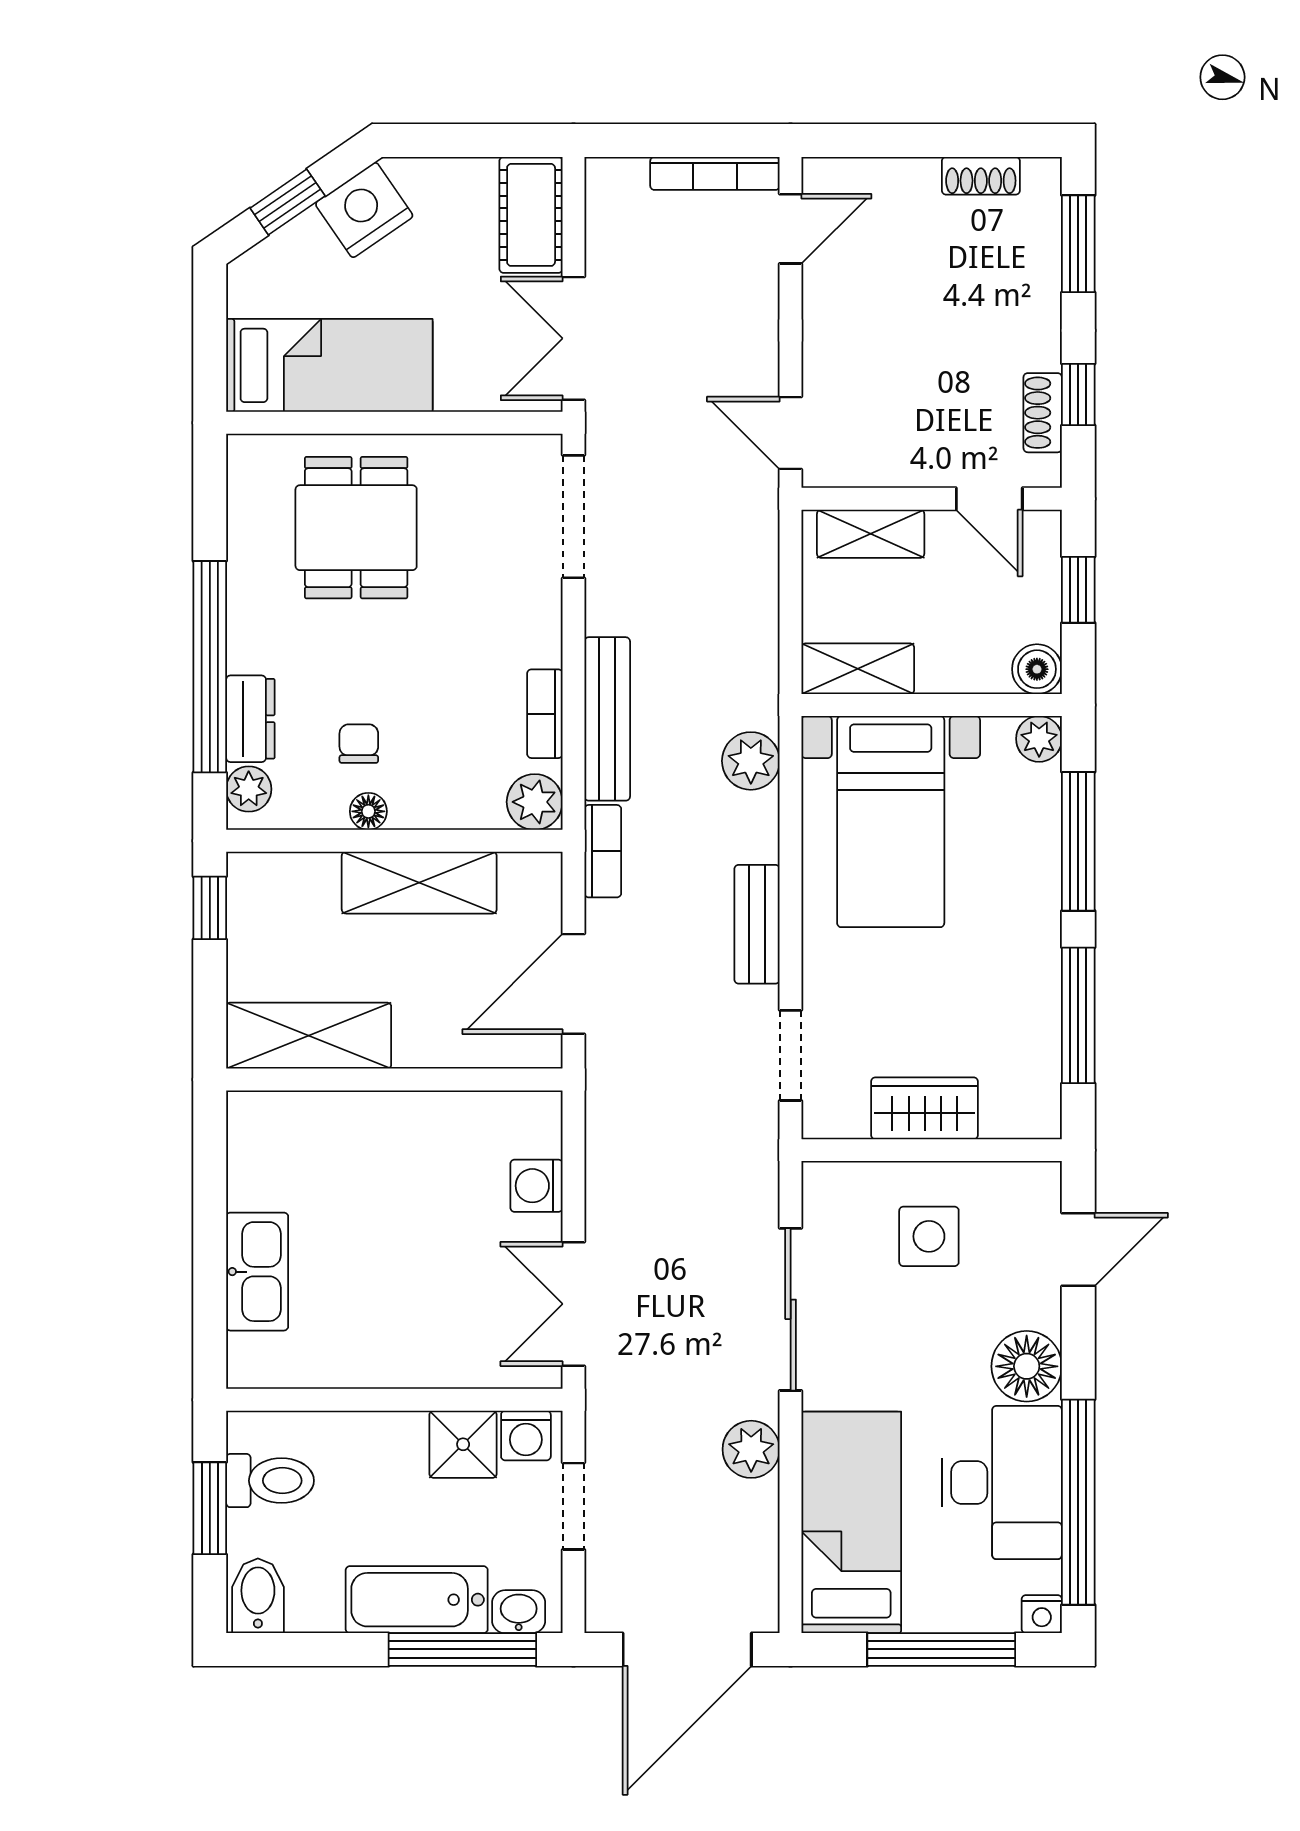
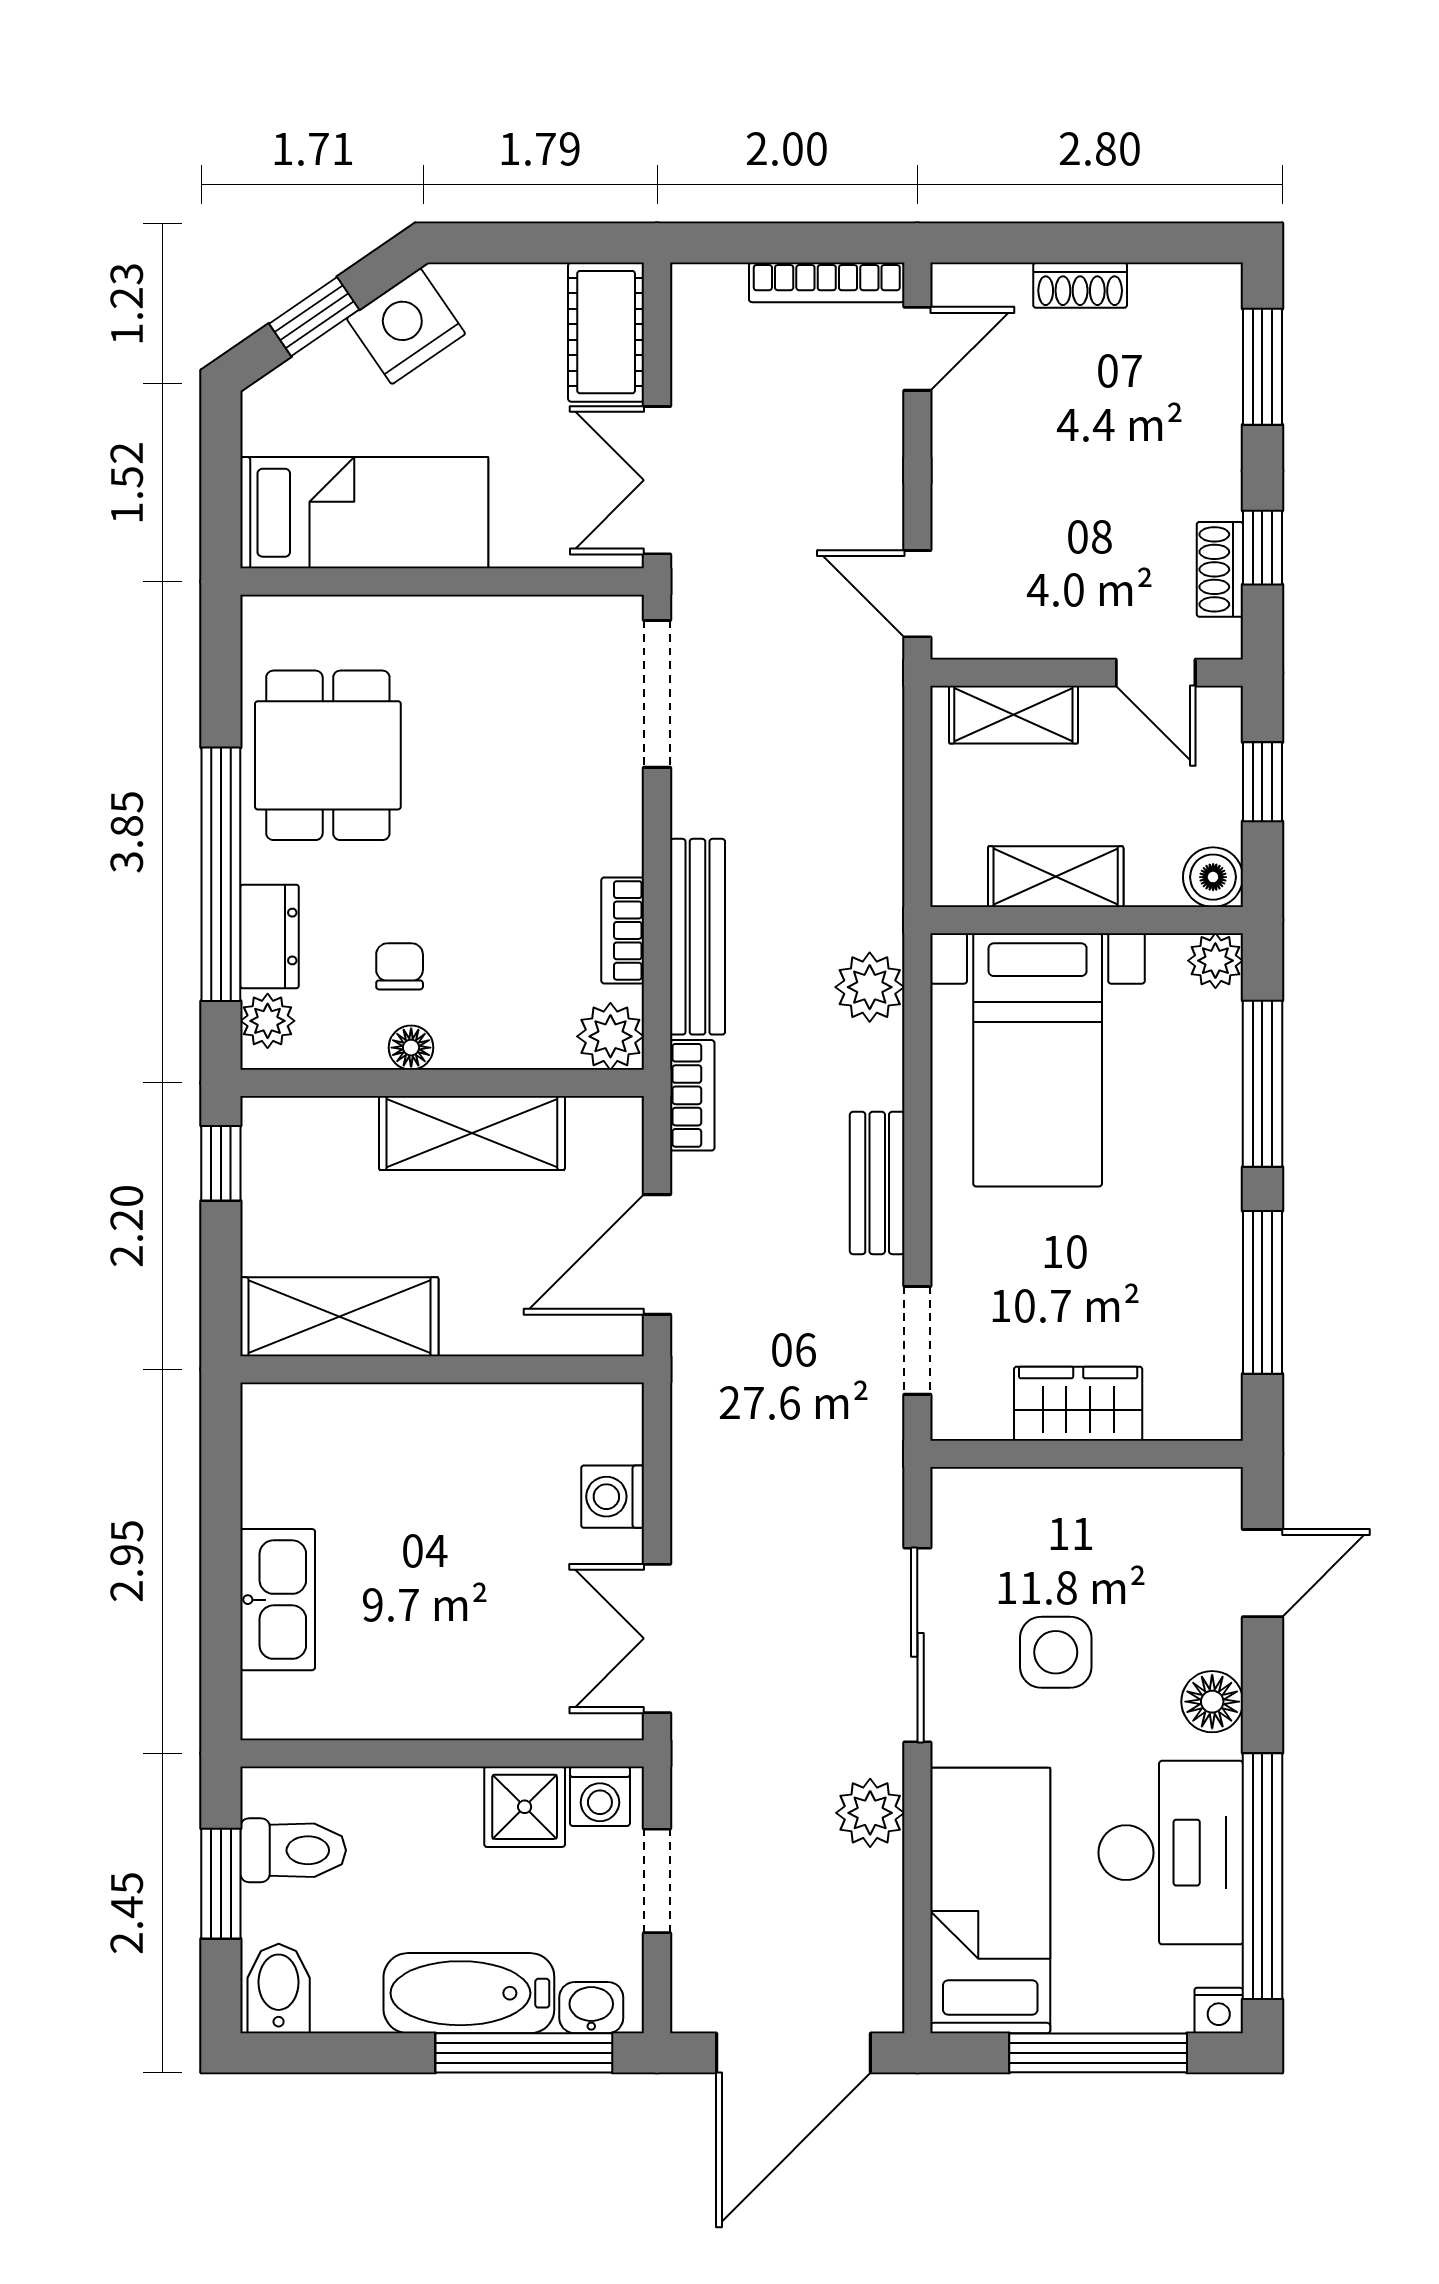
shoe rack: (981, 176) -> (1080, 285), moved
dining table: (356, 528) -> (328, 755), moved
shelving: (858, 669) -> (1056, 877), moved
side table: (929, 1236) -> (1056, 1652), moved
floor lamp: (1027, 1366) -> (1212, 1702), width x0.73, depth x0.73

